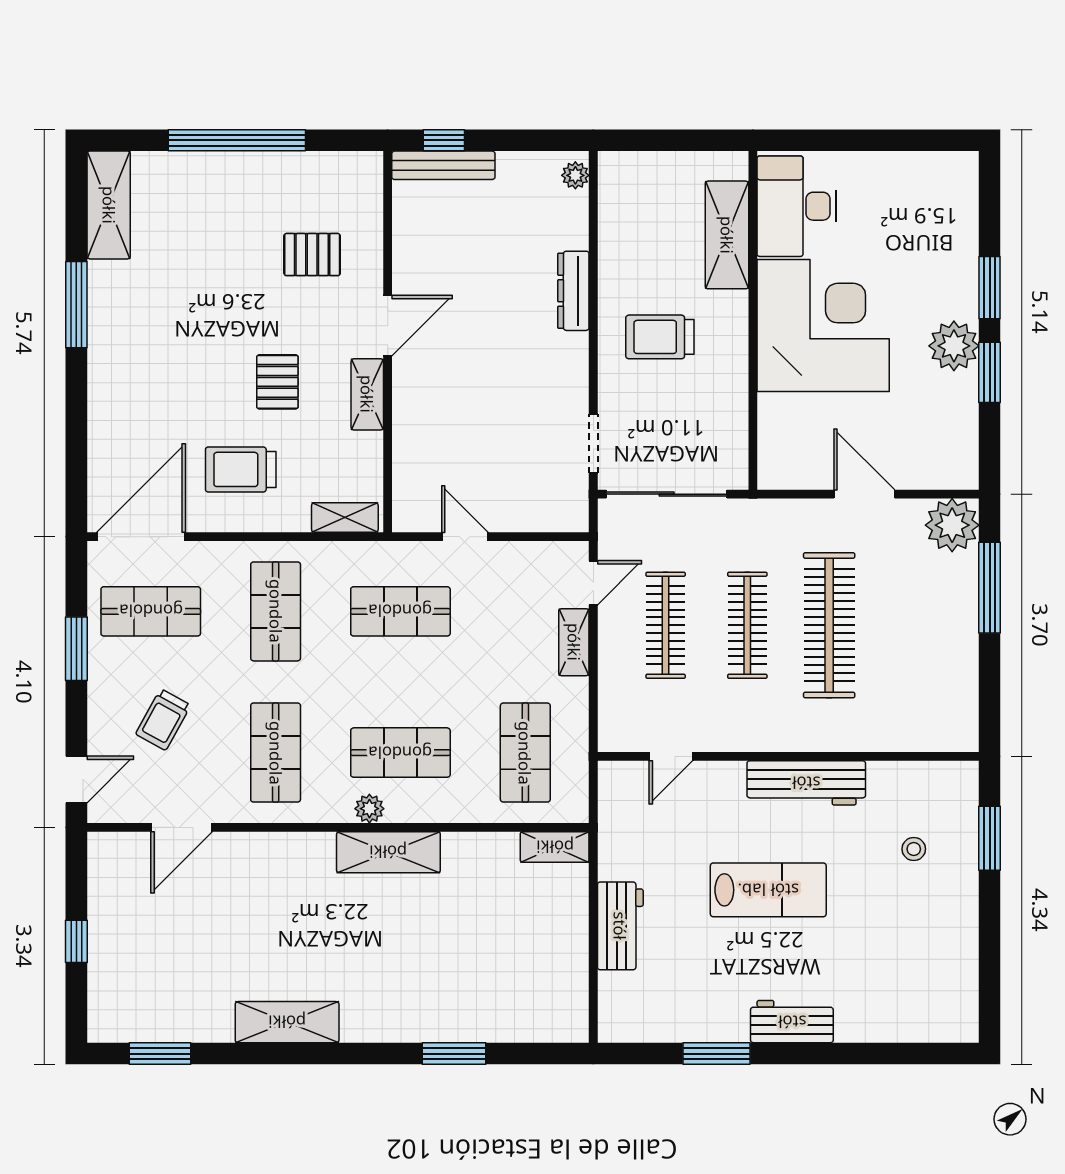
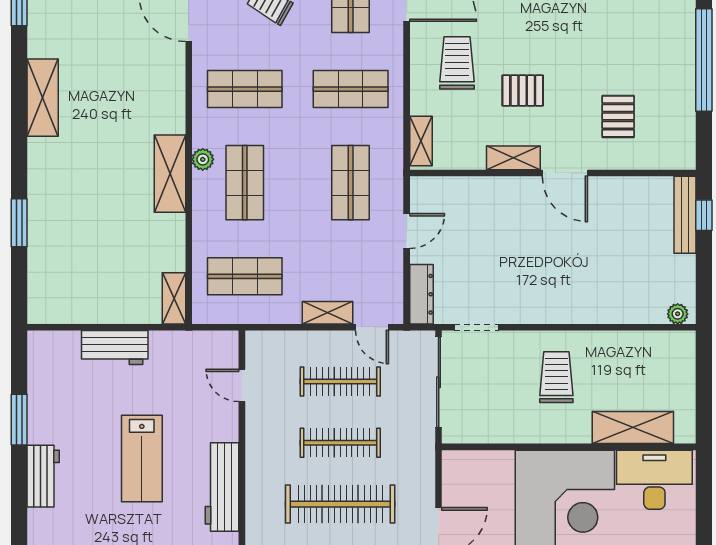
dresser: (573, 291) -> (422, 294), moved, turned 90

